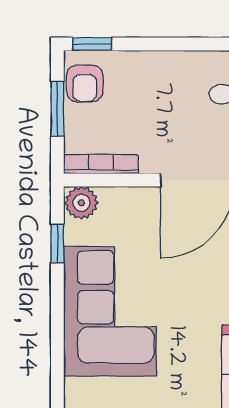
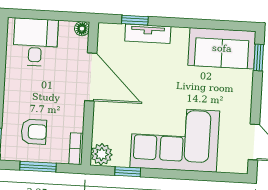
armchair: (85, 83) -> (34, 132), moved
bookcase: (101, 164) -> (76, 149), width x0.64

